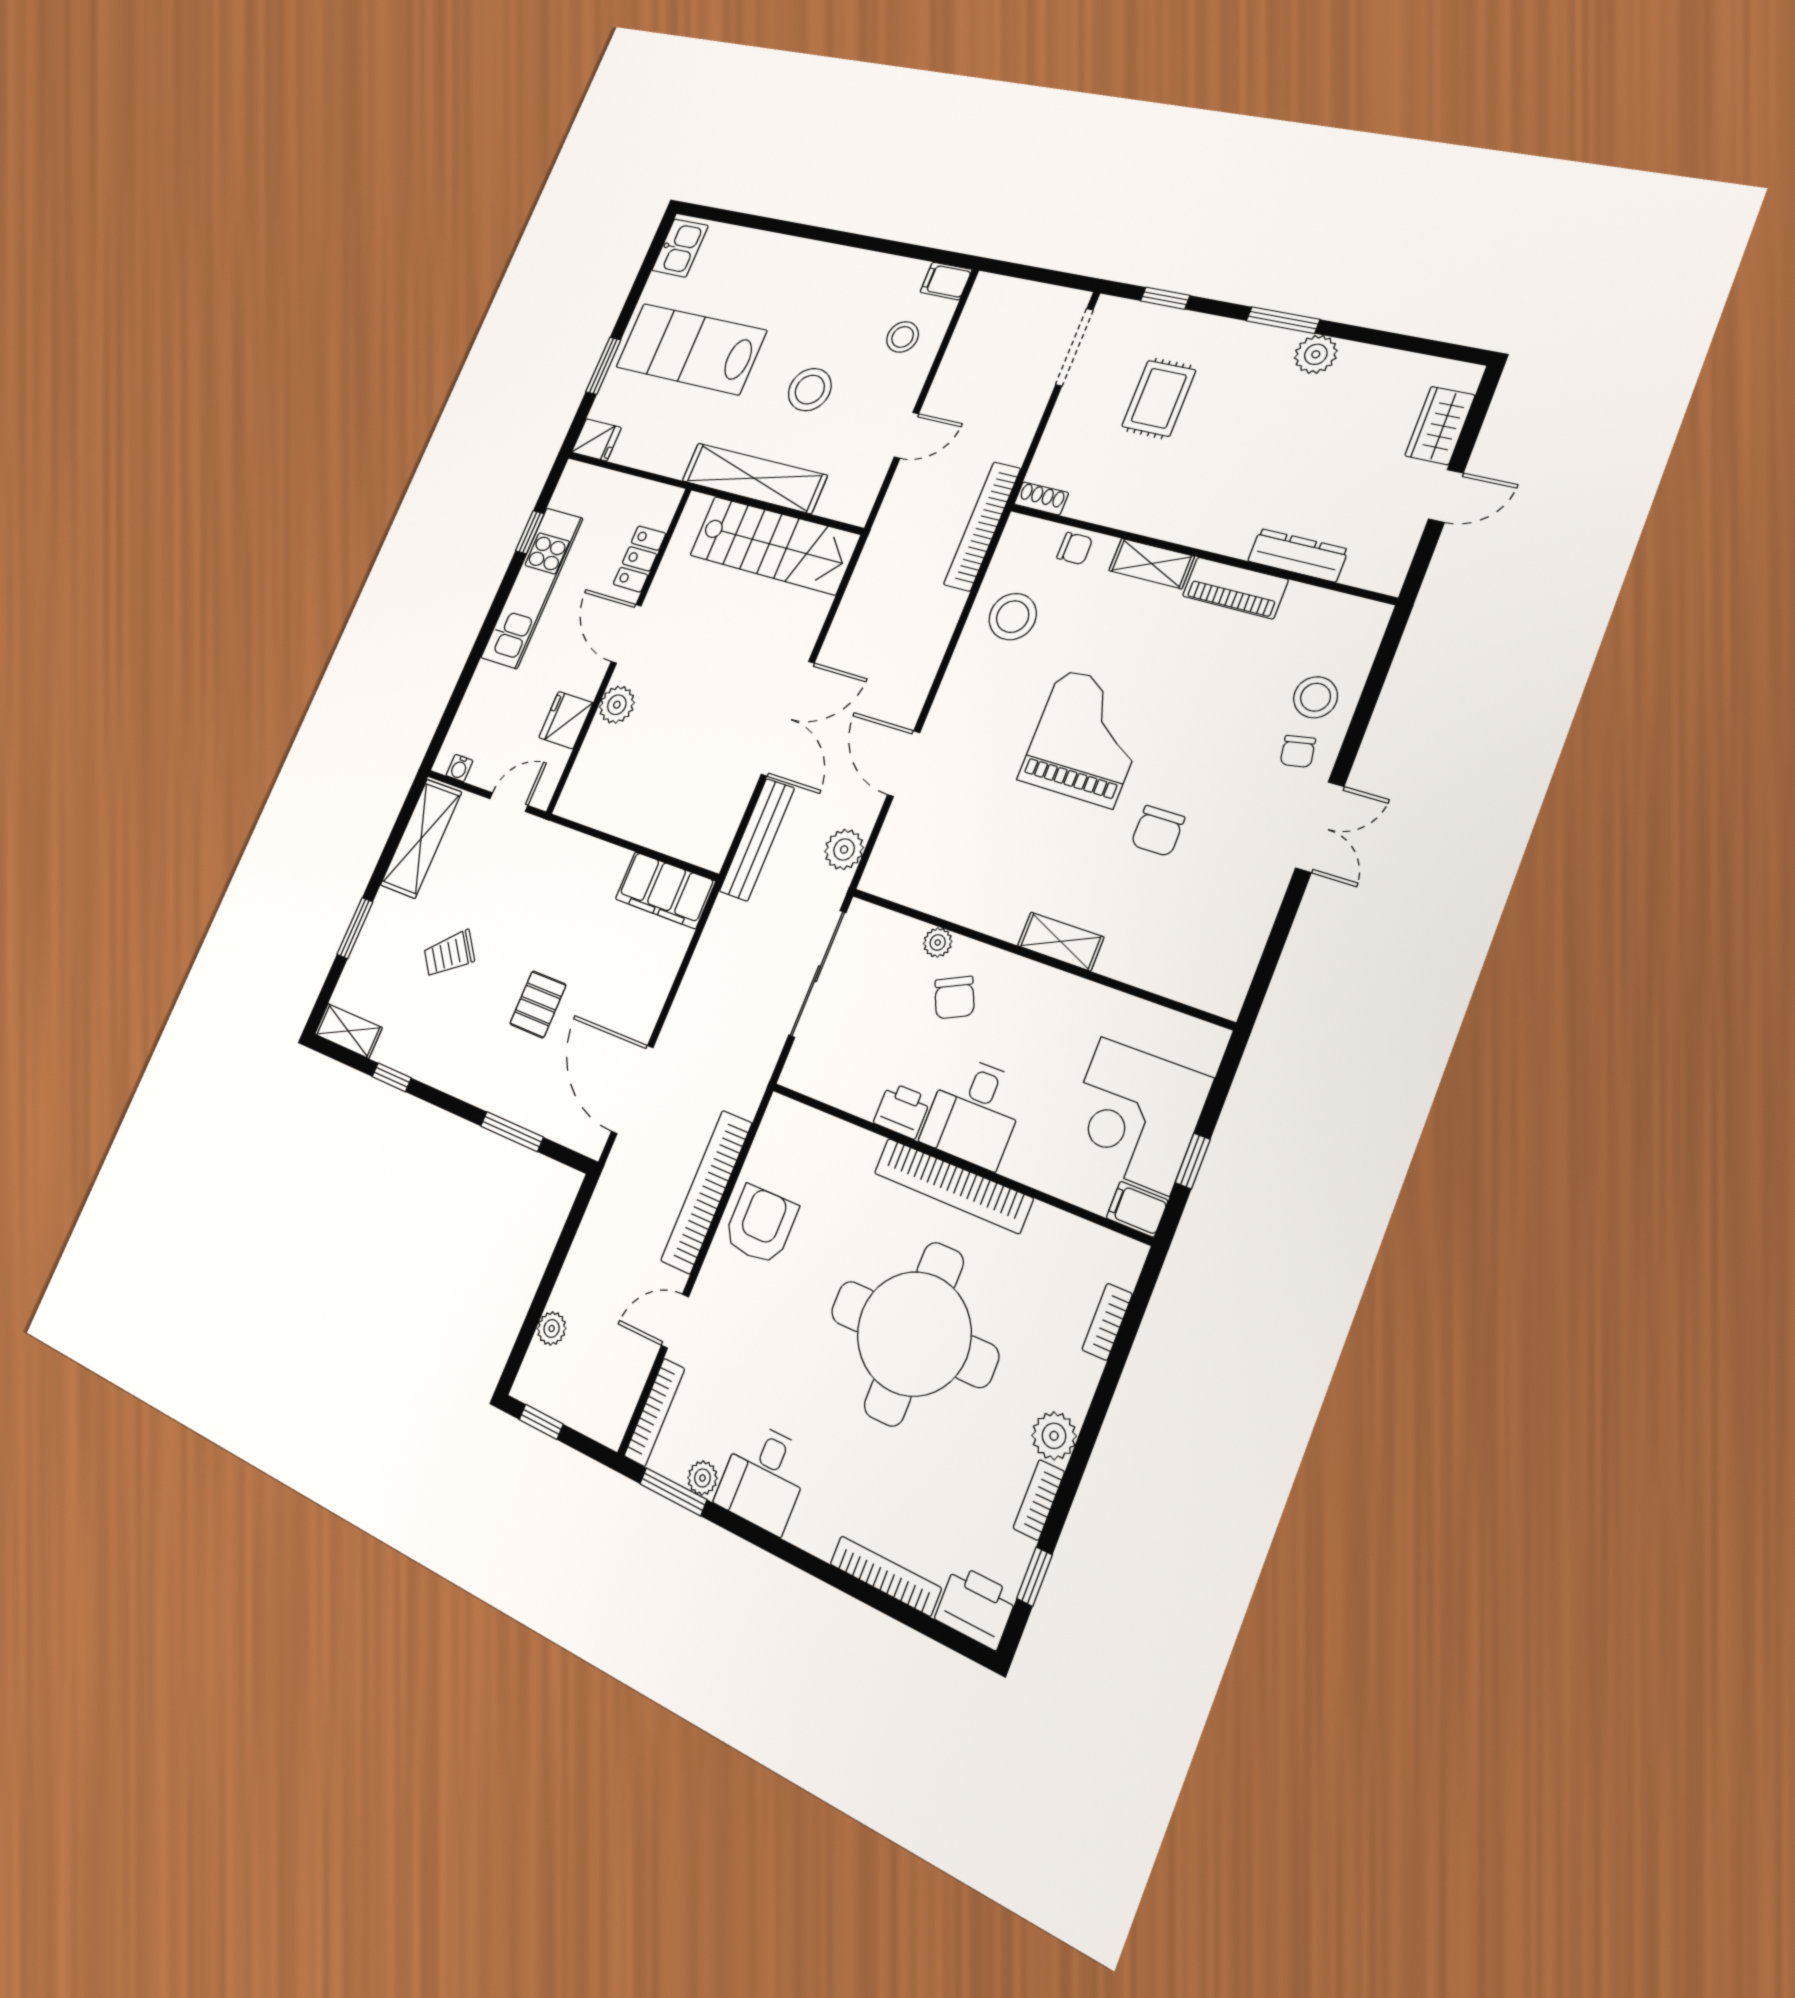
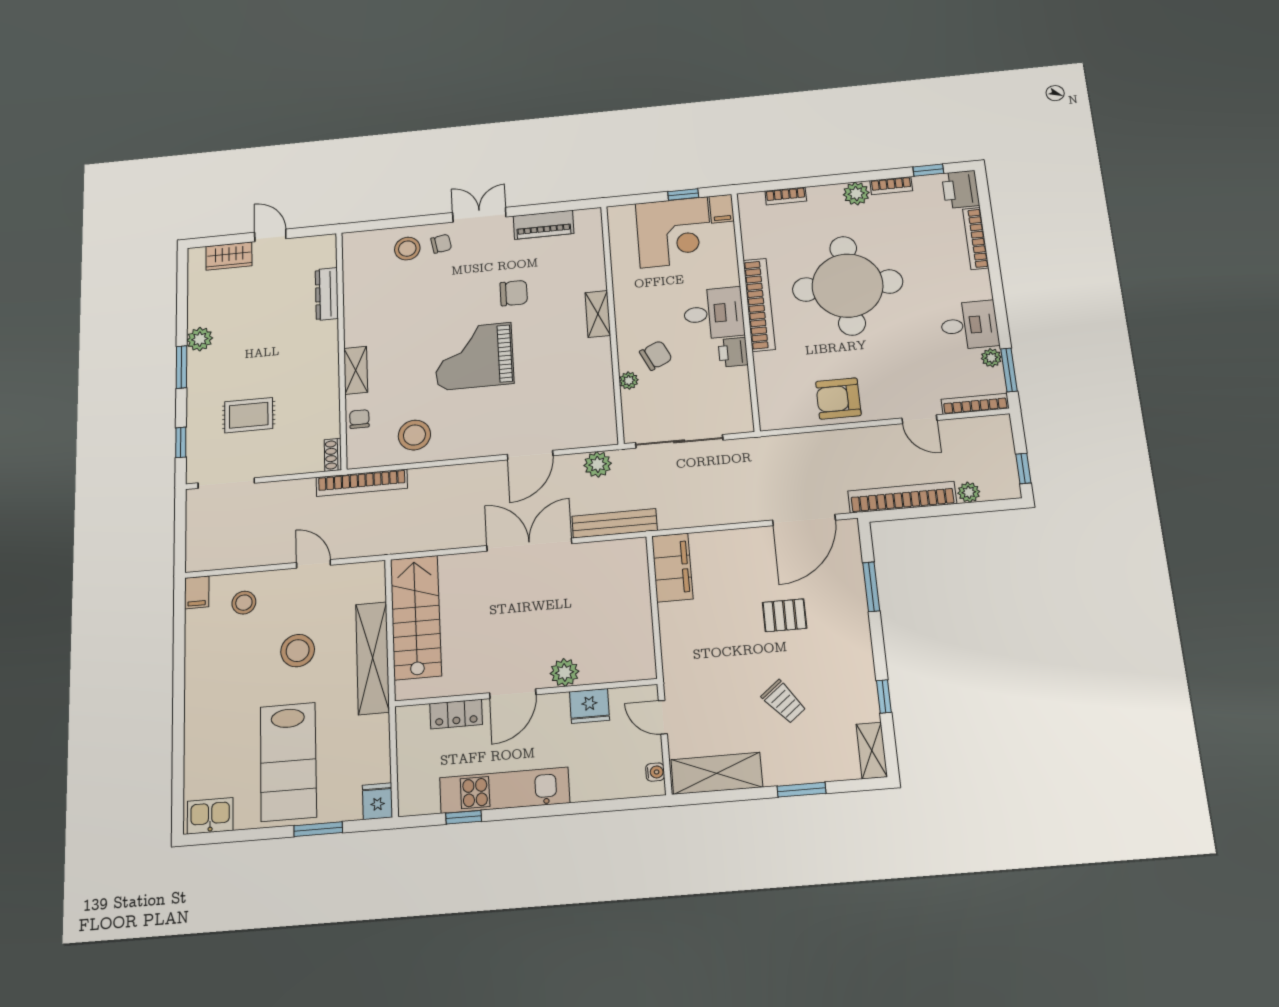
piano: (1235, 588) -> (543, 225), moved, turned 90
bookcase: (706, 1192) -> (902, 497), moved, turned 180

